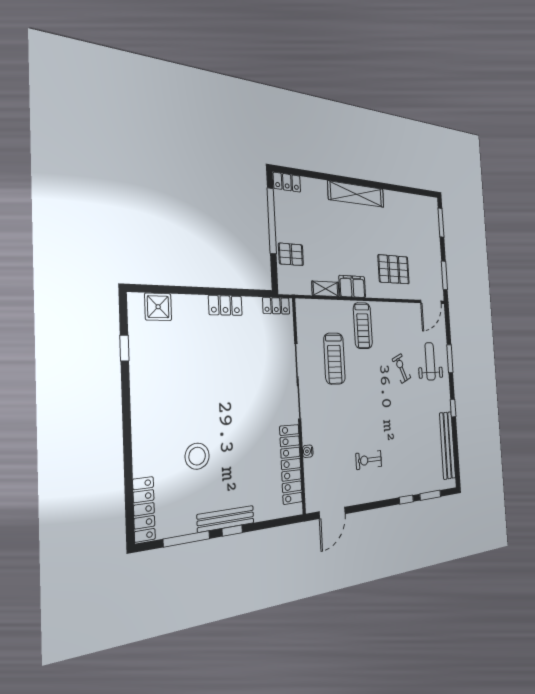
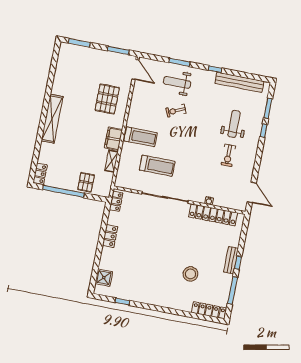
weight bench: (405, 455) -> (234, 124), added
bench: (226, 519) -> (231, 260), width x0.73

